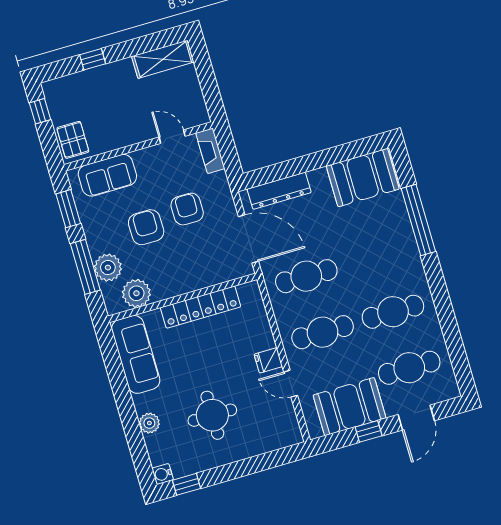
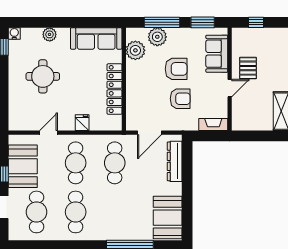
window: (40, 111) -> (256, 22), moved
door: (172, 137) -> (230, 88), moved
pallet: (73, 140) -> (248, 68), moved, turned 90
door: (248, 239) -> (149, 133), width x0.73
fridge: (268, 360) -> (82, 123), moved

